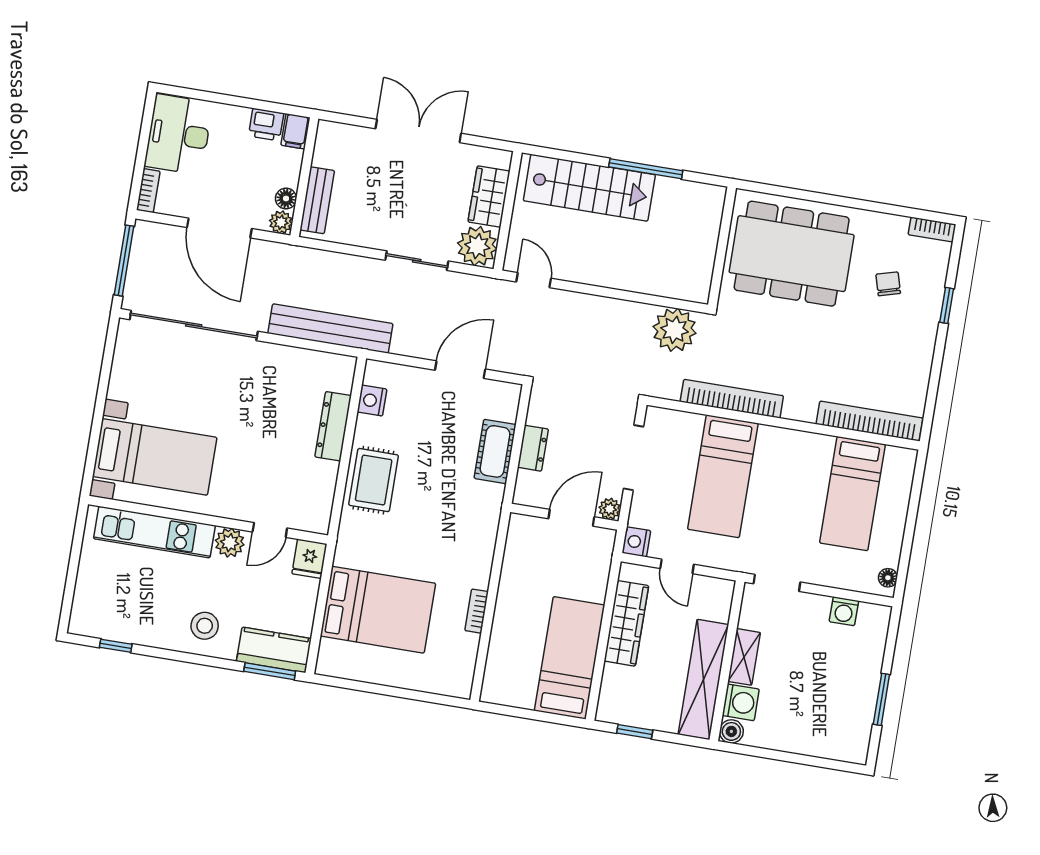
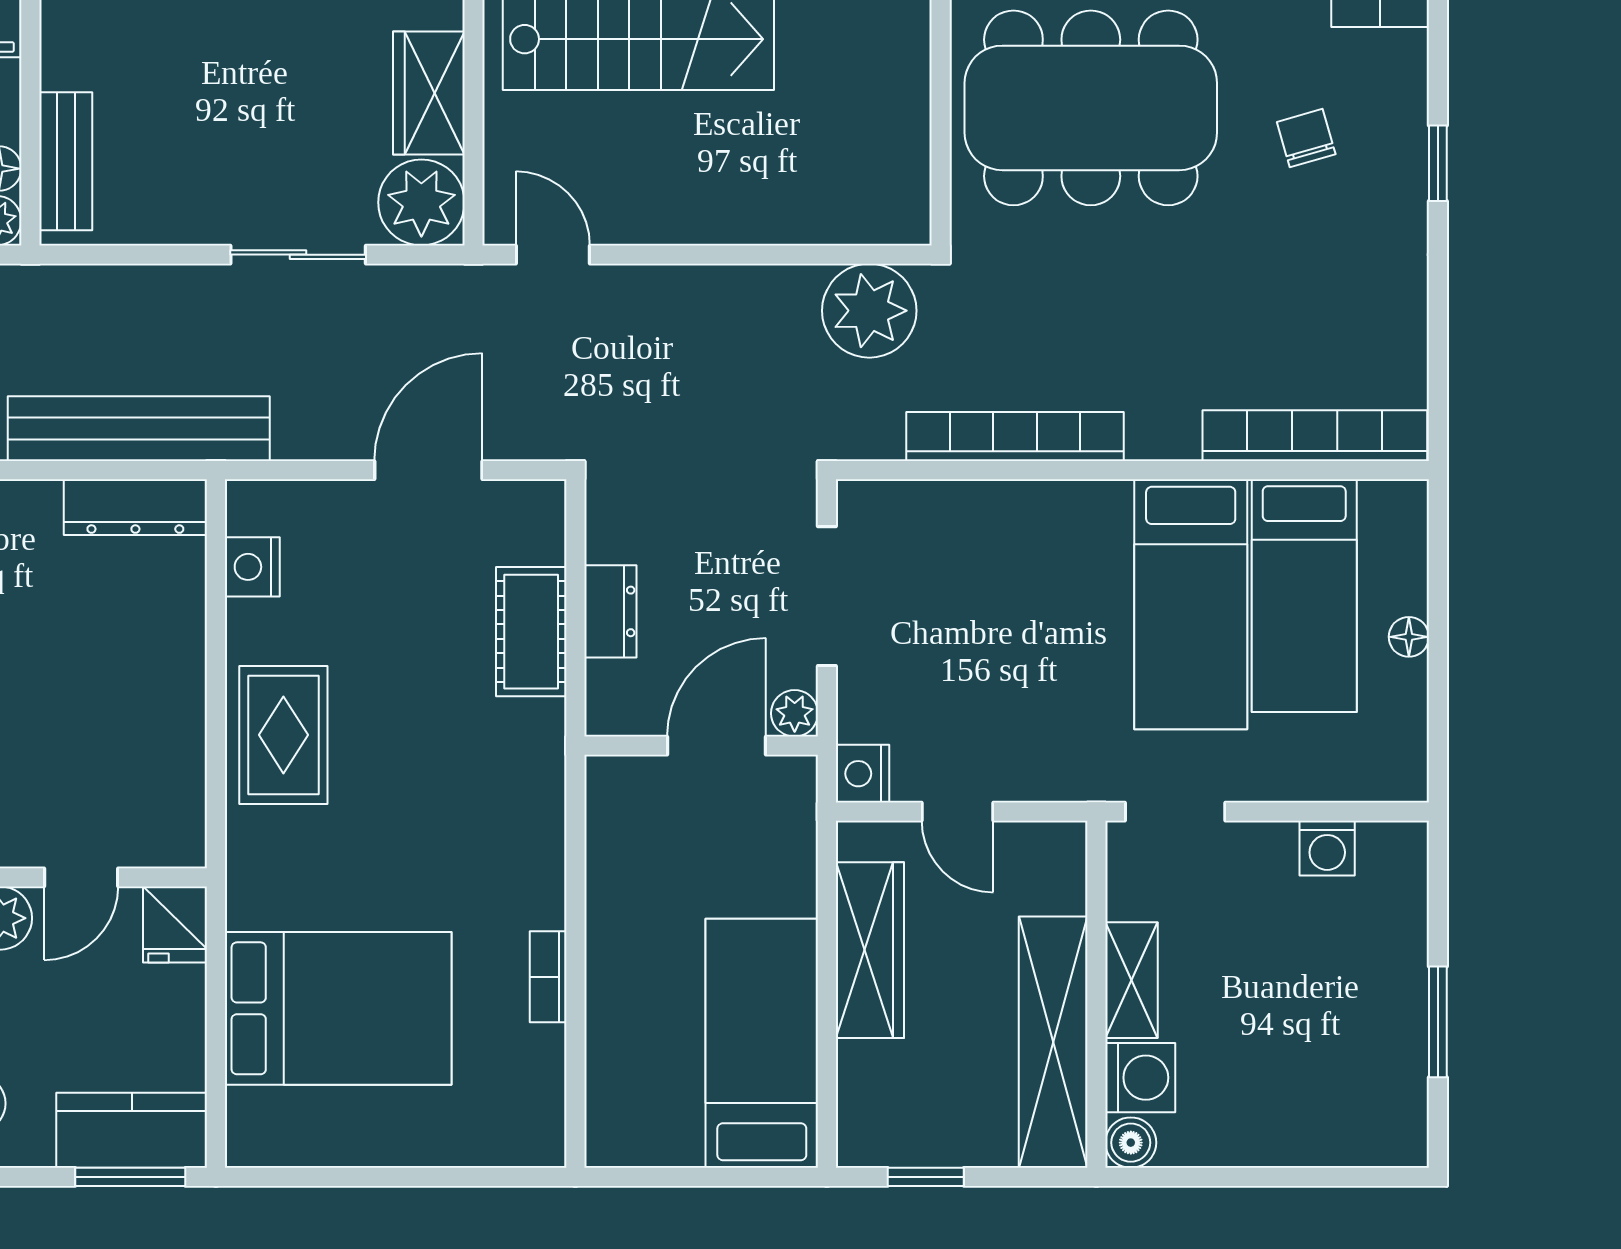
dresser: (333, 426) -> (135, 507), moved, turned -90
bed: (723, 476) -> (1191, 604), moved
floor lamp: (888, 578) -> (1409, 637), moved

